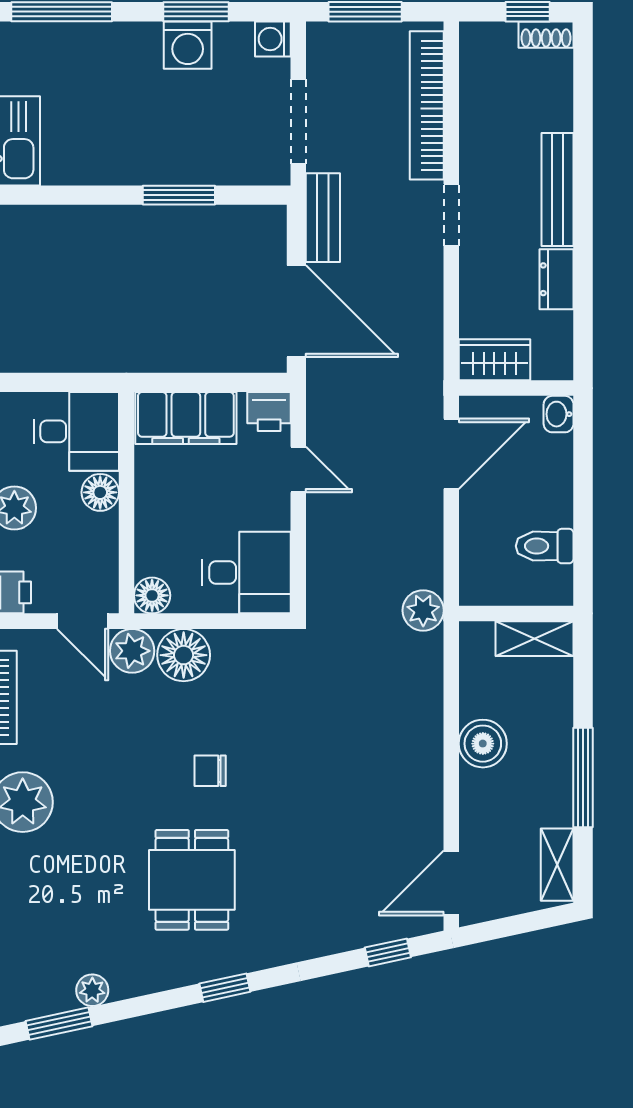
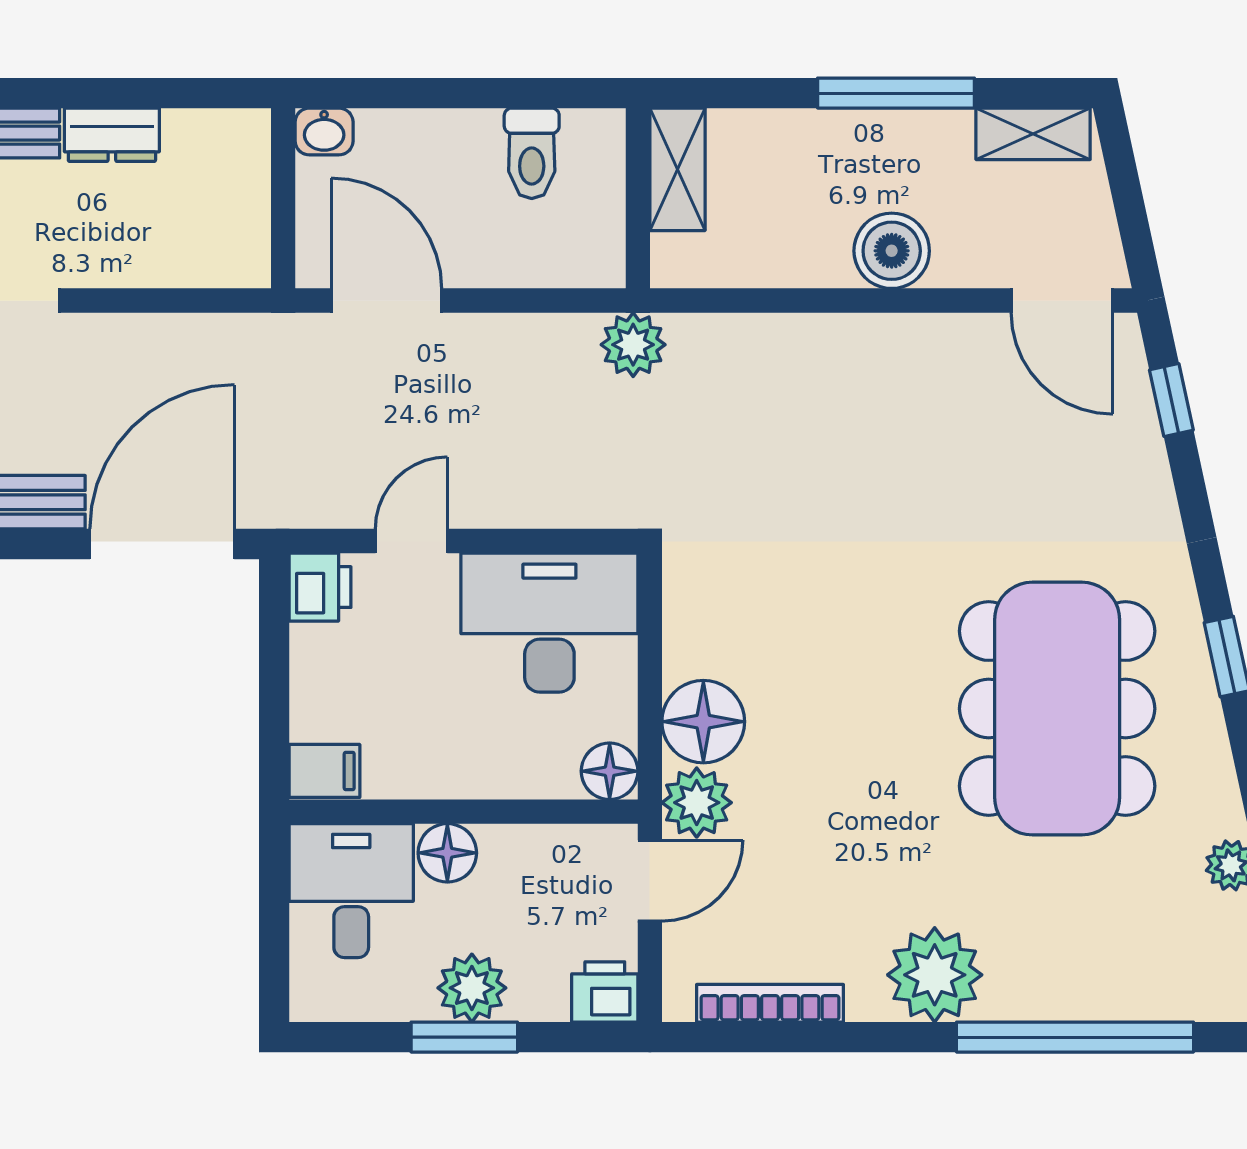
wardrobe: (494, 360) -> (239, 232), removed
filing cabinet: (186, 418) -> (324, 771), width x0.33, depth x0.86
desk: (247, 573) -> (549, 623), width x1.37
boiler: (483, 744) -> (892, 251), moved
chair: (210, 771) -> (885, 680), removed
dining table: (192, 880) -> (1057, 709), width x1.88, depth x1.24

